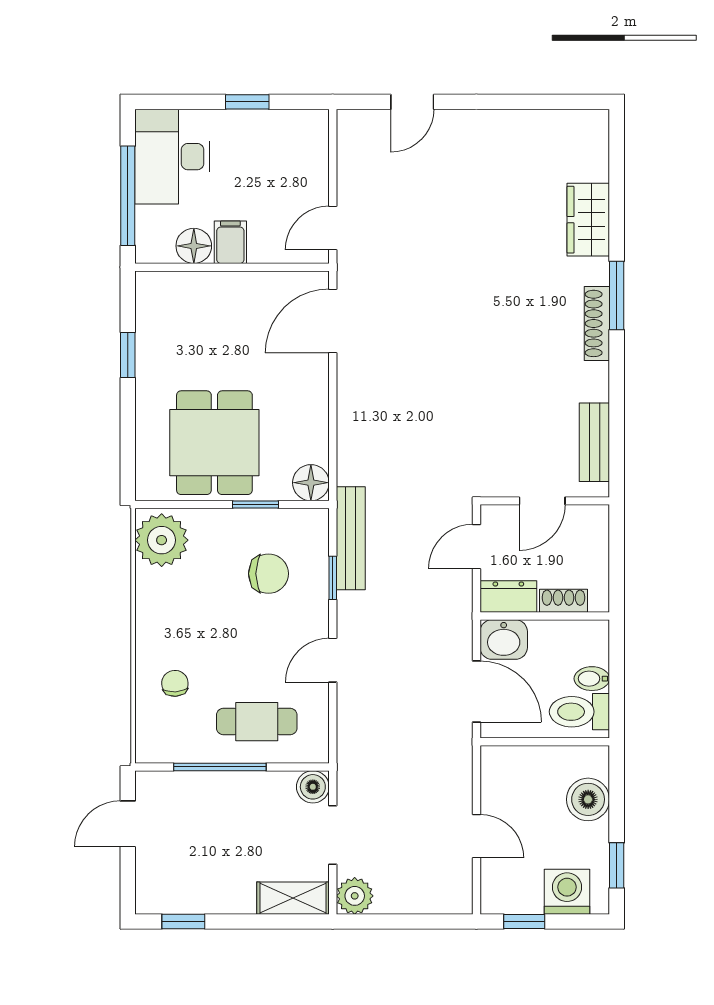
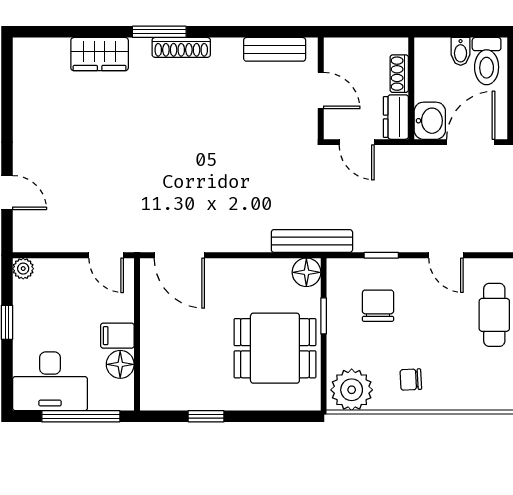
plant: (316, 122) -> (23, 269), added
bench: (351, 538) -> (312, 241), moved
chair: (175, 683) -> (411, 380), moved

